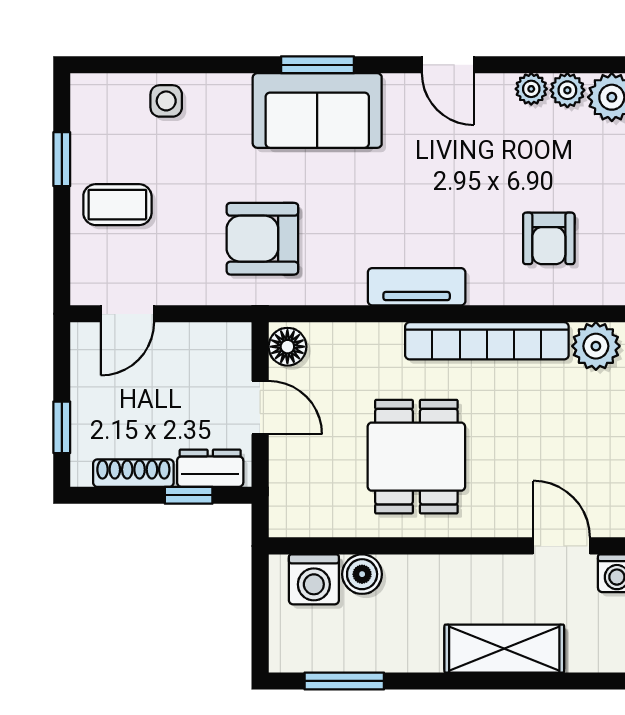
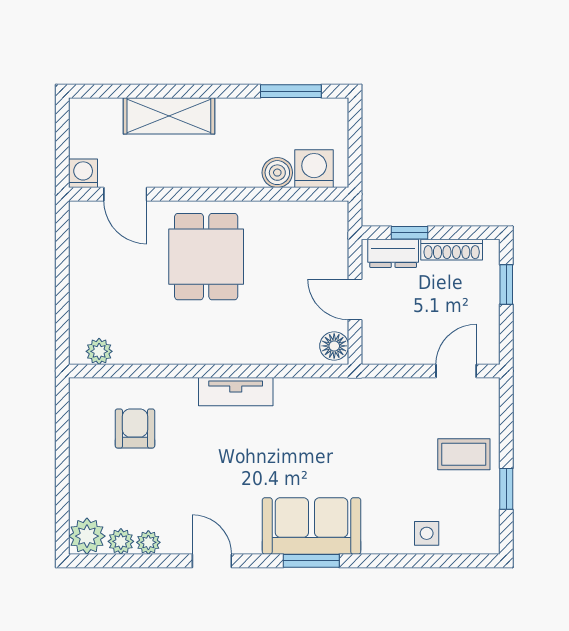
armchair: (262, 239) -> (353, 428), removed
bookcase: (487, 341) -> (182, 350), removed
plant: (596, 346) -> (99, 351), width x0.73, depth x0.73
dining table: (416, 457) -> (206, 257), moved

